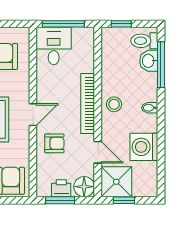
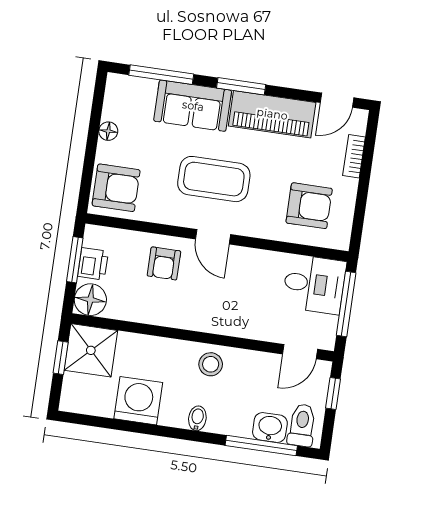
bookcase: (88, 104) -> (218, 324), removed
door: (98, 152) -> (300, 352), moved

